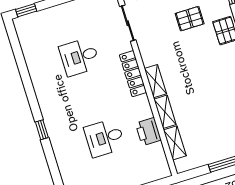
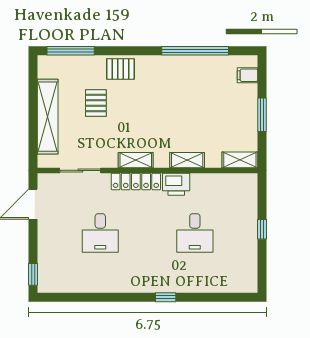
shelving: (155, 81) -> (136, 160), moved
printer: (148, 132) -> (176, 184), moved
shelving: (175, 143) -> (240, 160), moved

